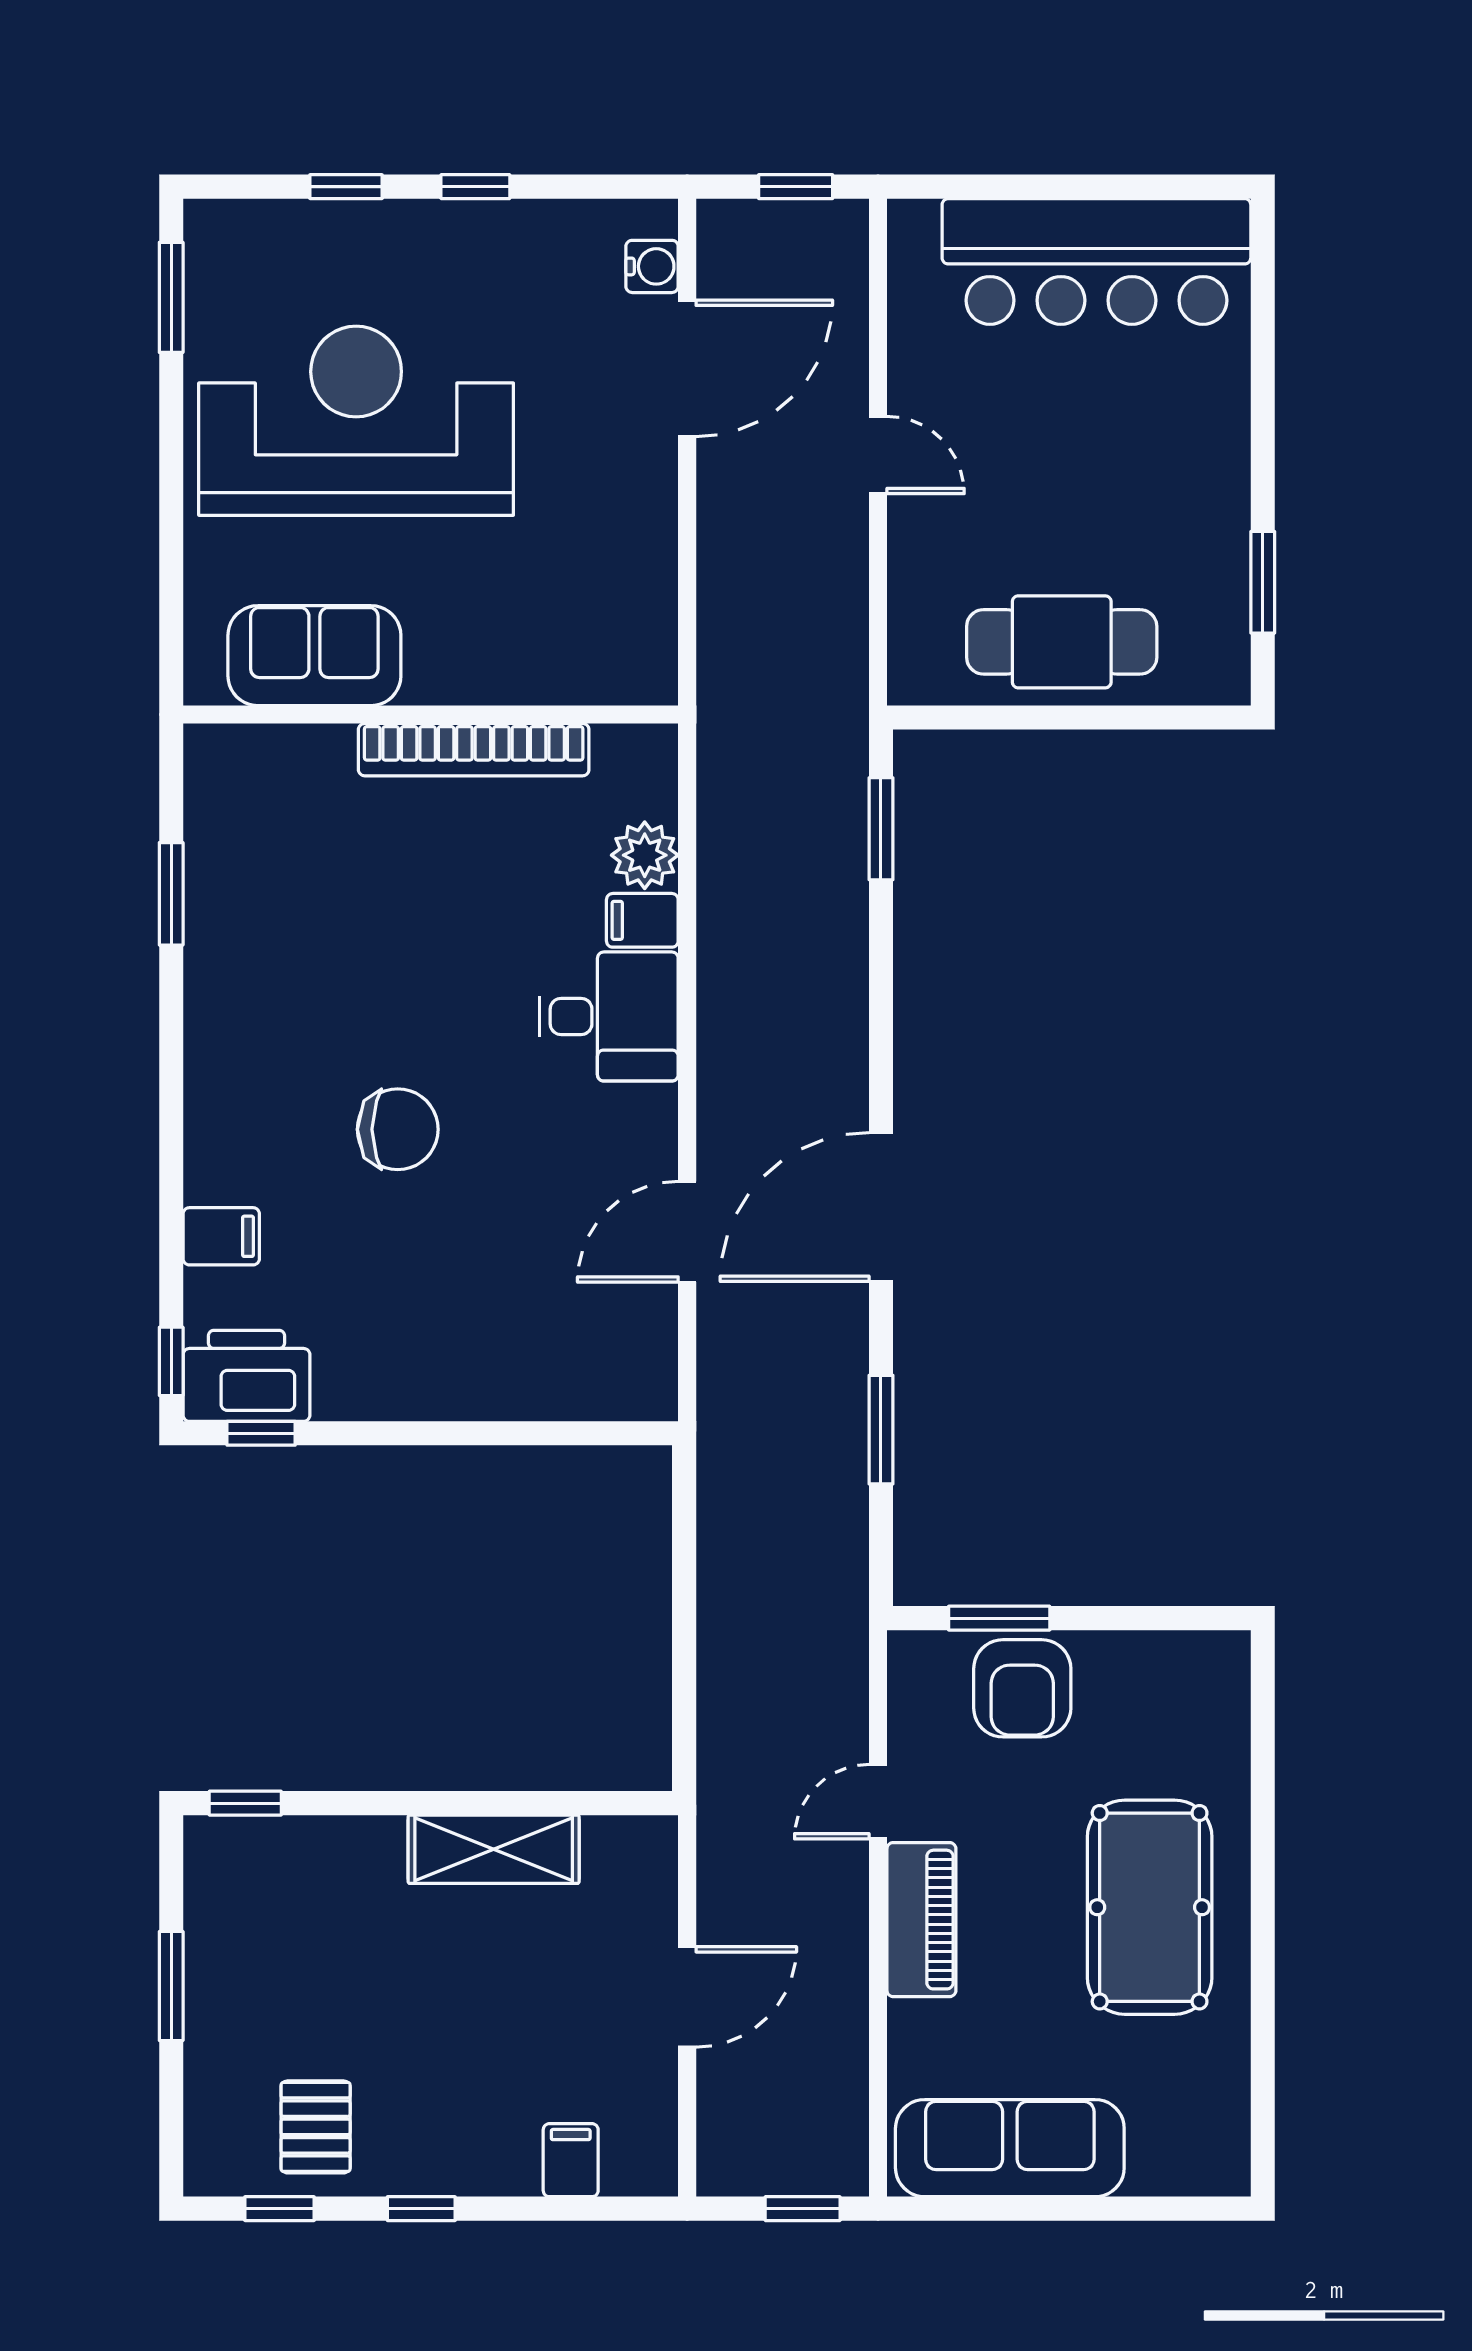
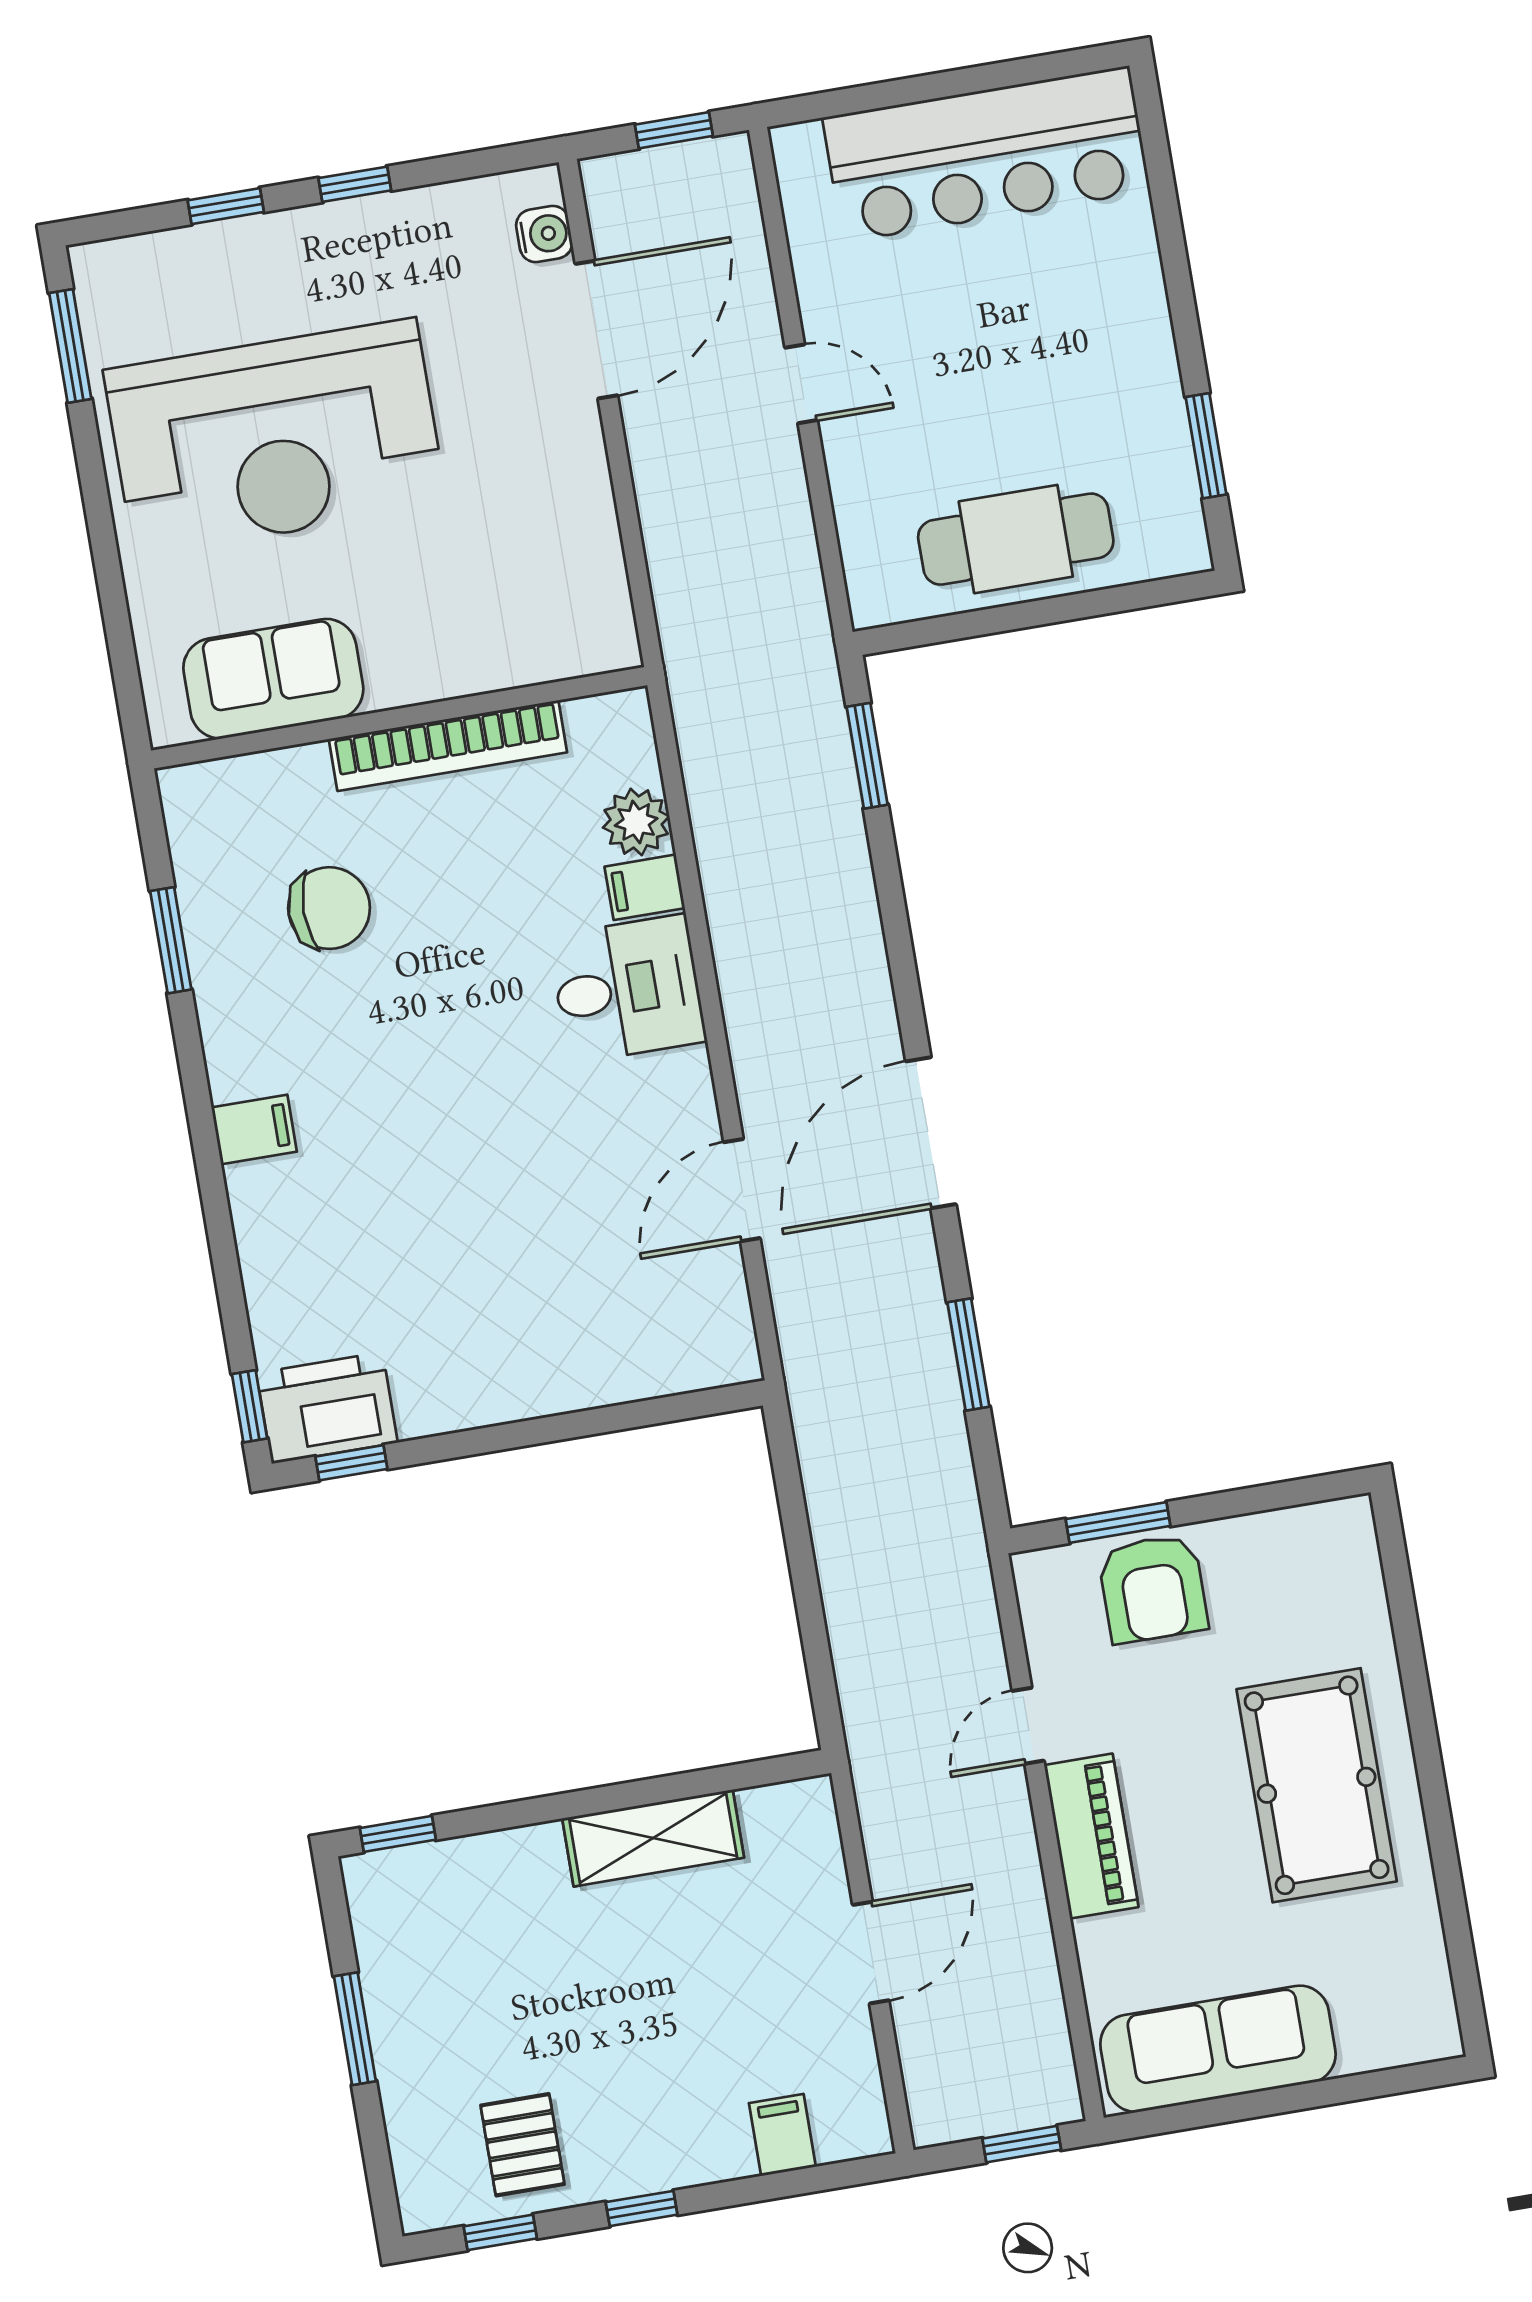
reception desk: (356, 421) -> (275, 438), turned 180
chair: (398, 1129) -> (329, 908), moved
filing cabinet: (221, 1236) -> (254, 1130), moved

